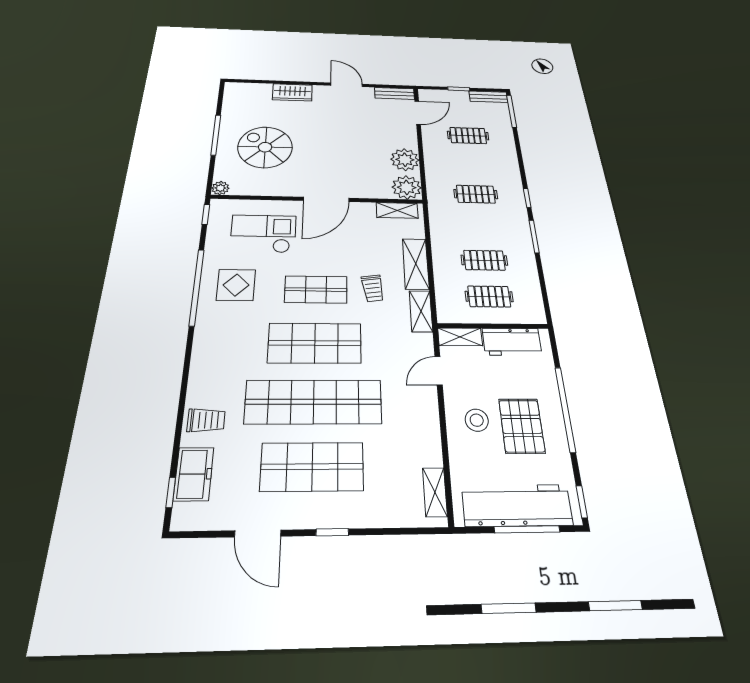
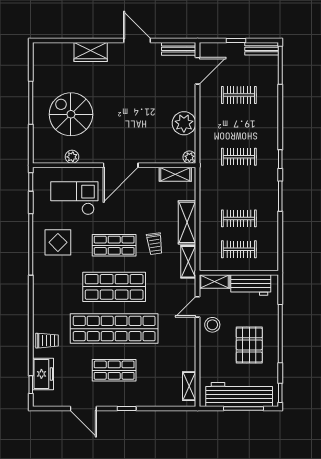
plant: (407, 187) -> (189, 157), width x0.53, depth x0.53
plant: (220, 188) -> (72, 157), moved
stool: (477, 420) -> (212, 325), moved
shop shelf: (312, 467) -> (114, 370), width x0.70, depth x0.74

